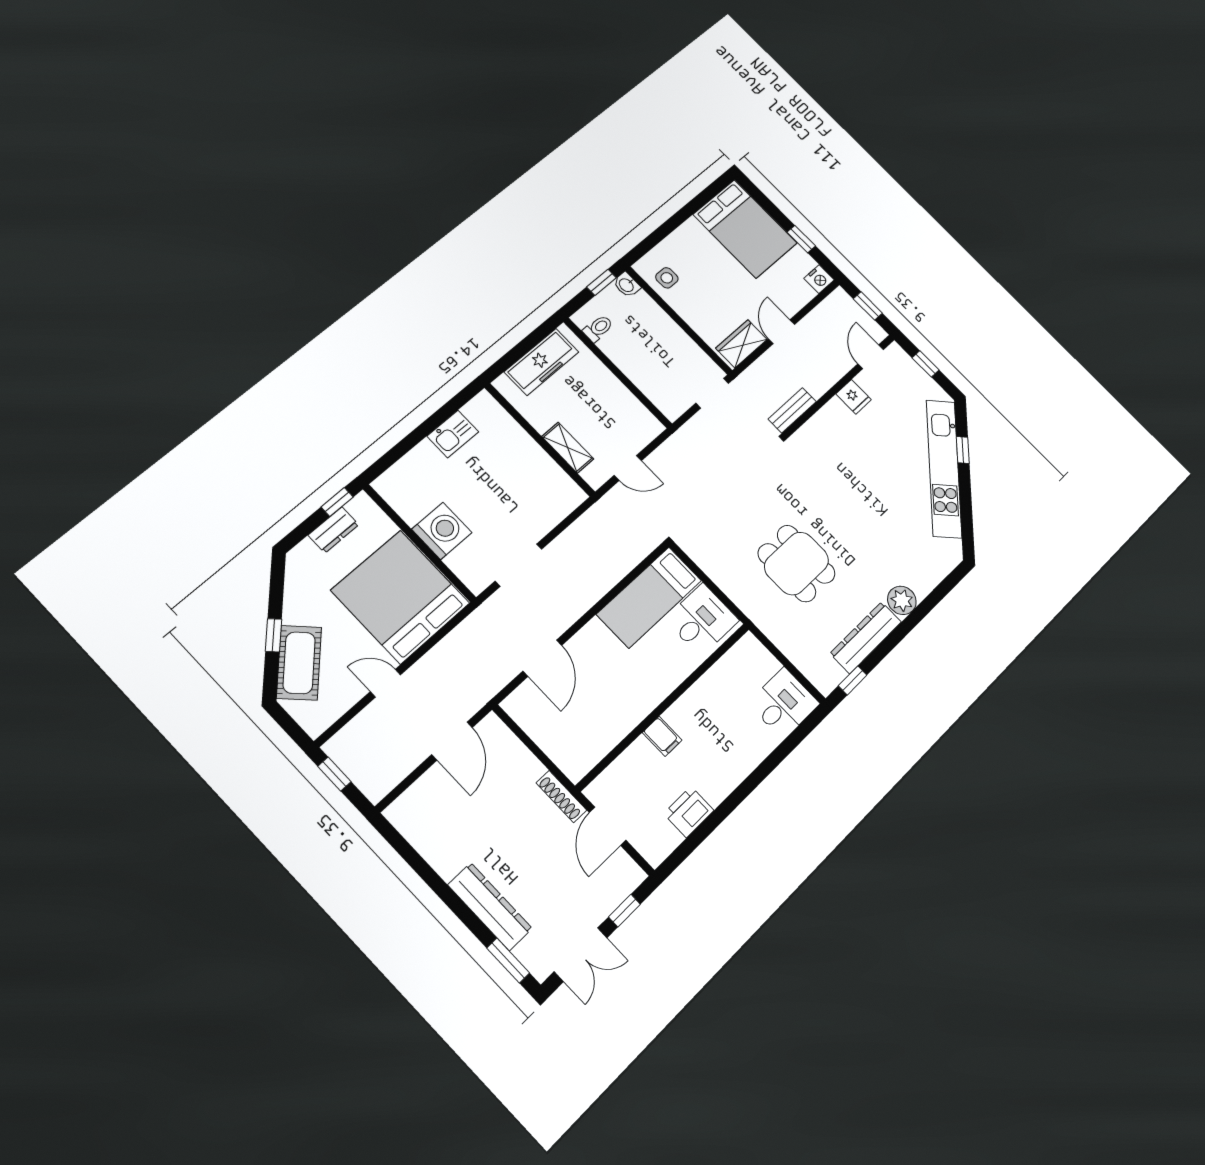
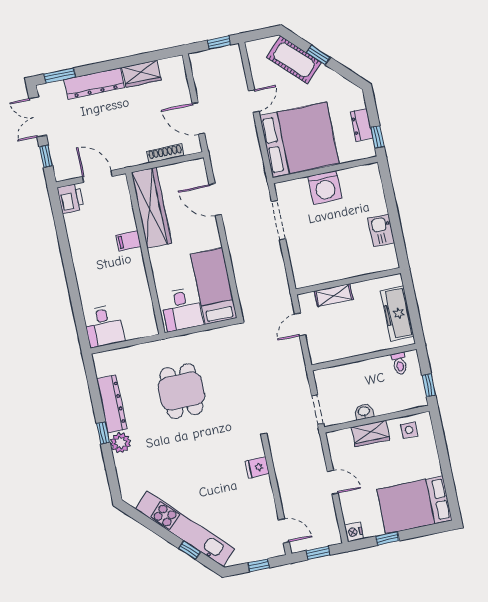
washbasin: (627, 285) -> (364, 412), moved
wardrobe: (741, 344) -> (371, 433), moved, turned 90
fridge: (854, 397) -> (257, 467), moved
bench: (792, 410) -> (278, 454), removed
dining table: (796, 563) -> (181, 391), turned 90
window: (853, 680) -> (103, 433), moved
wardrobe: (603, 732) -> (151, 208), added
shoe rack: (561, 797) -> (165, 153), moved
printer: (689, 812) -> (71, 199), moved
wardrobe: (439, 852) -> (142, 74), added

